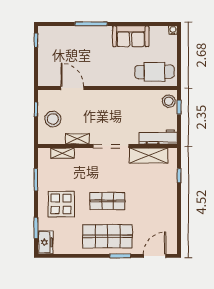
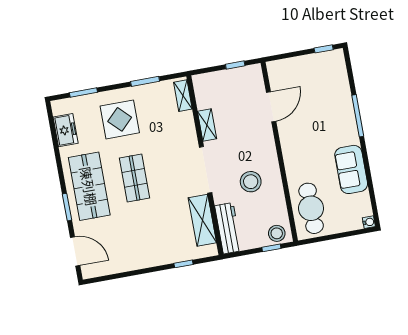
stool: (53, 119) -> (251, 182), moved
shelving: (62, 153) -> (183, 96), moved
freezer: (45, 242) -> (66, 130), moved, turned -90

